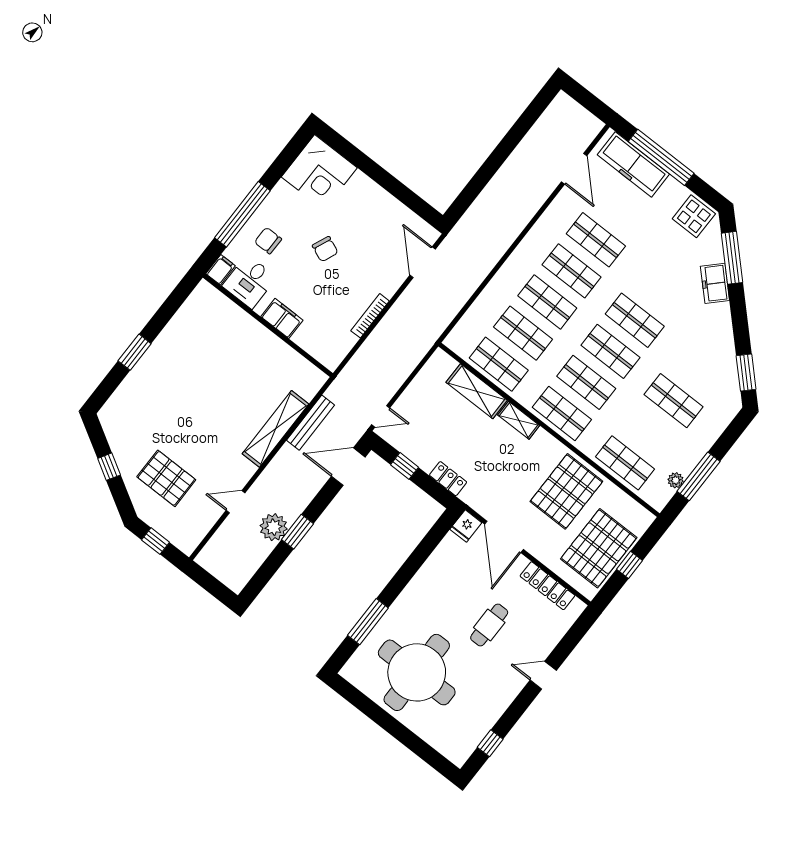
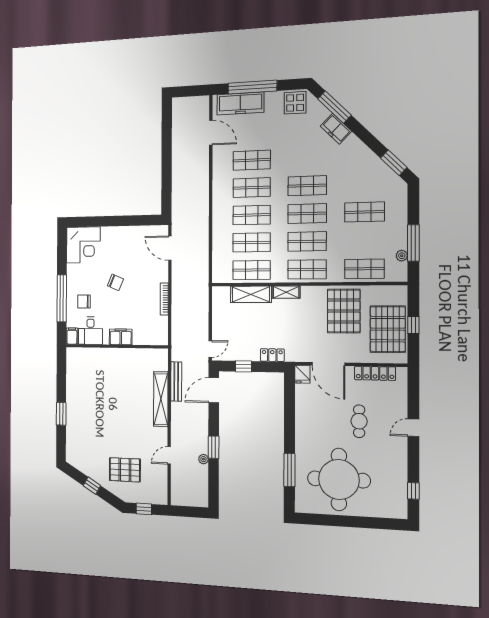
plant: (274, 527) -> (203, 459), width x0.53, depth x0.53

